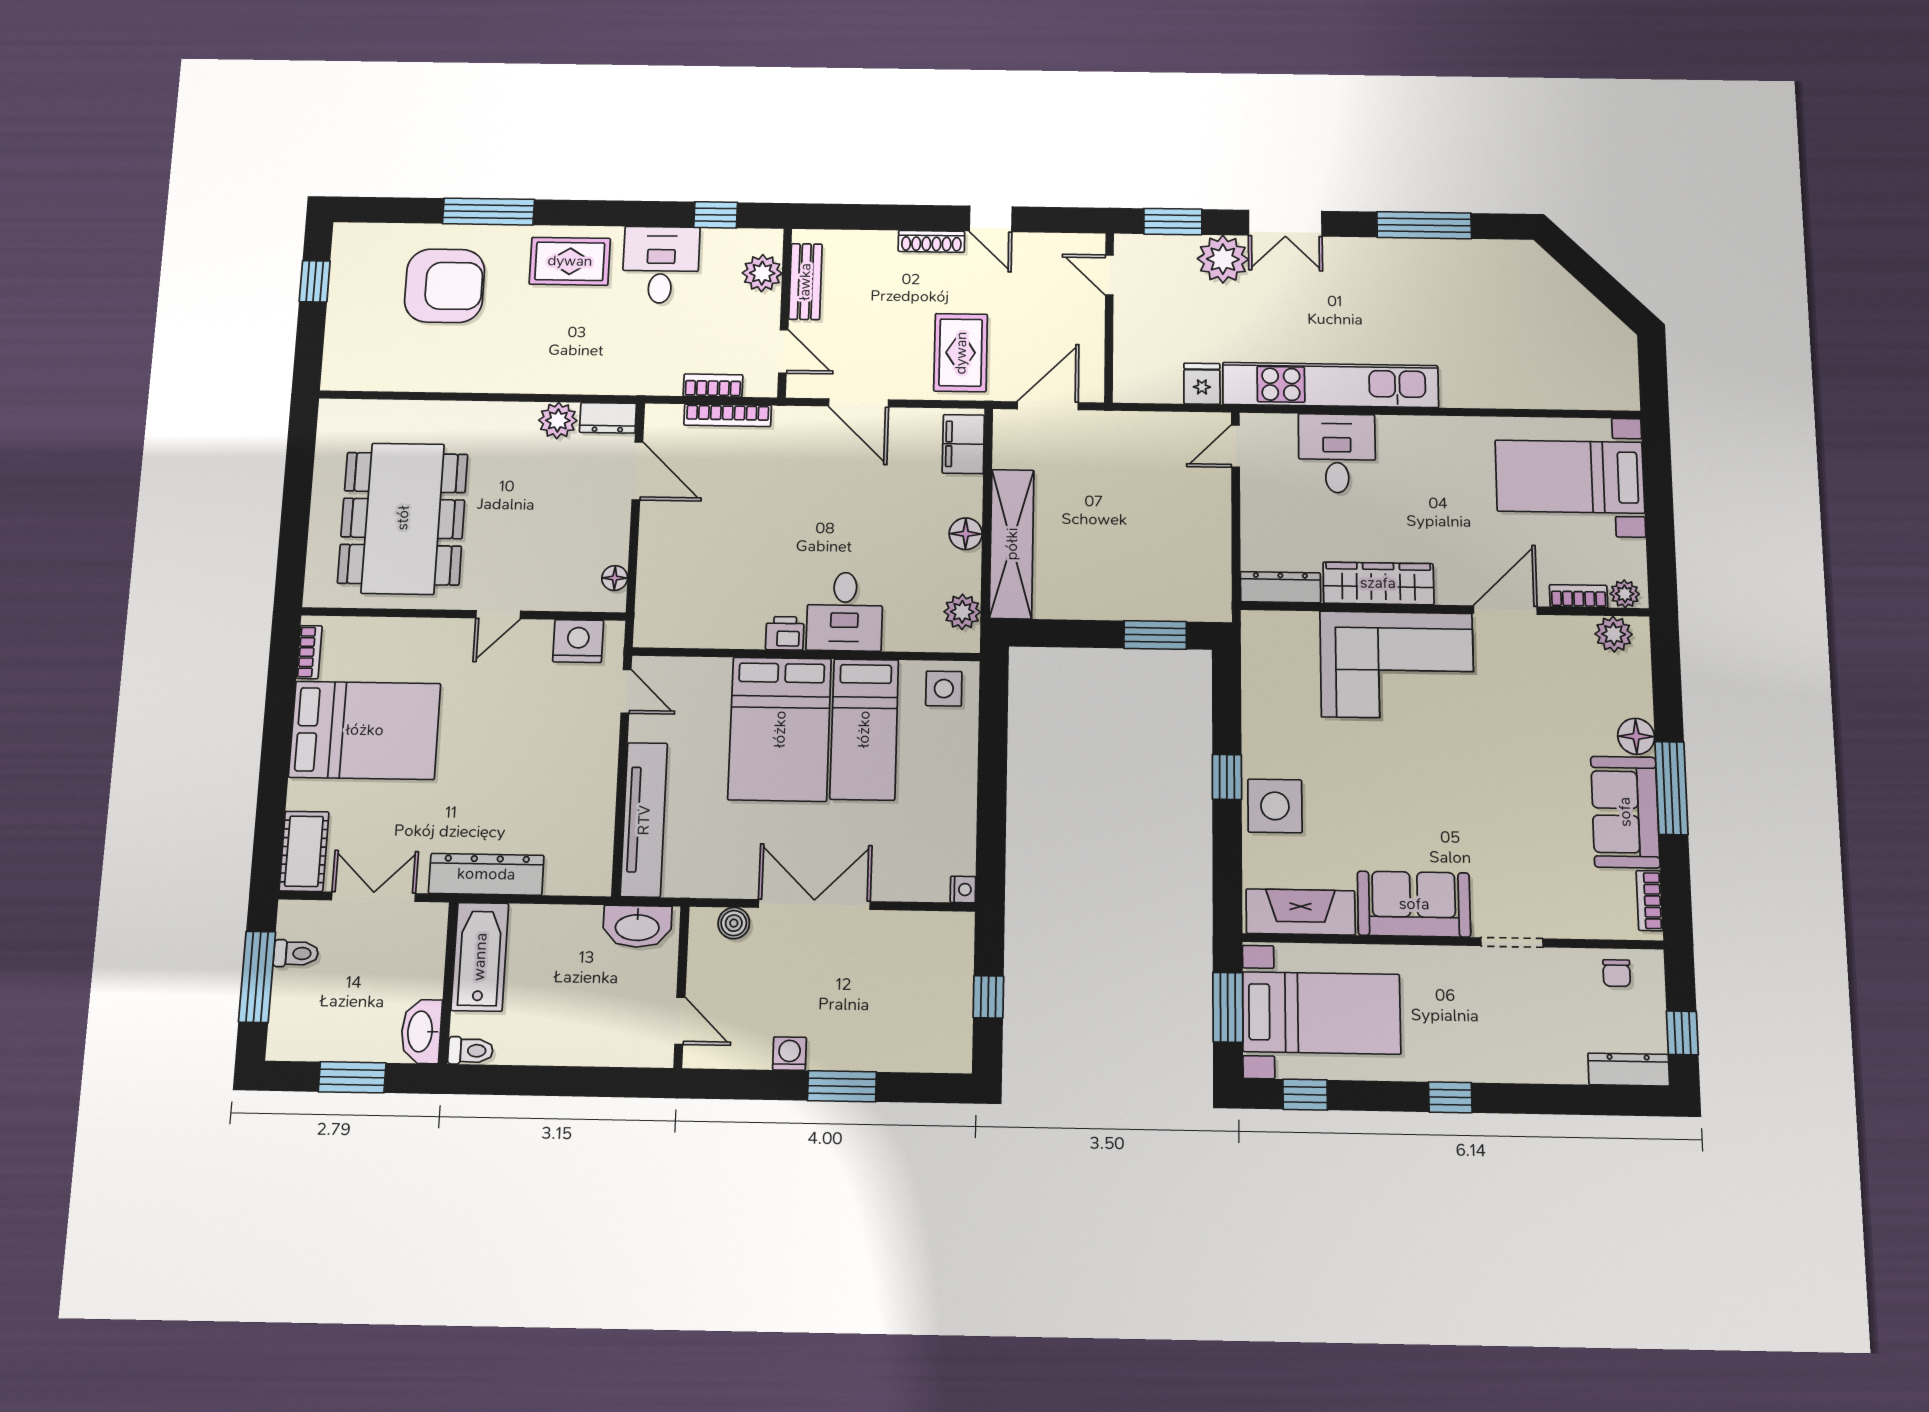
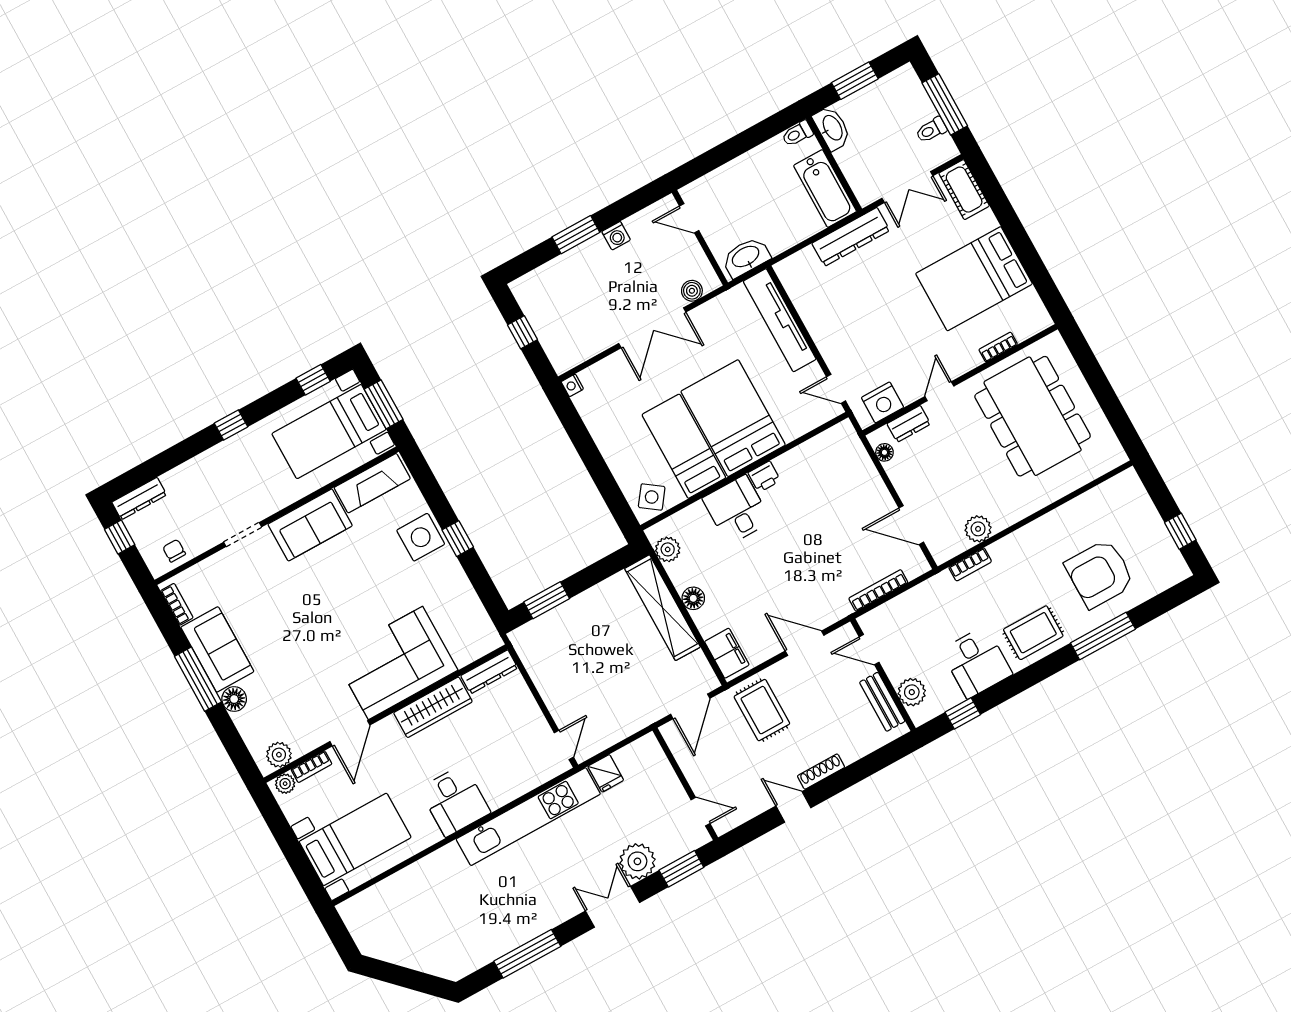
bookcase: (713, 385) -> (970, 564), moved
dresser: (608, 418) -> (909, 424), moved, turned 180
desk: (1337, 453) -> (455, 801), moved
bookcase: (309, 652) -> (998, 347), moved, turned 90
side table: (944, 689) -> (652, 497), turned 36

